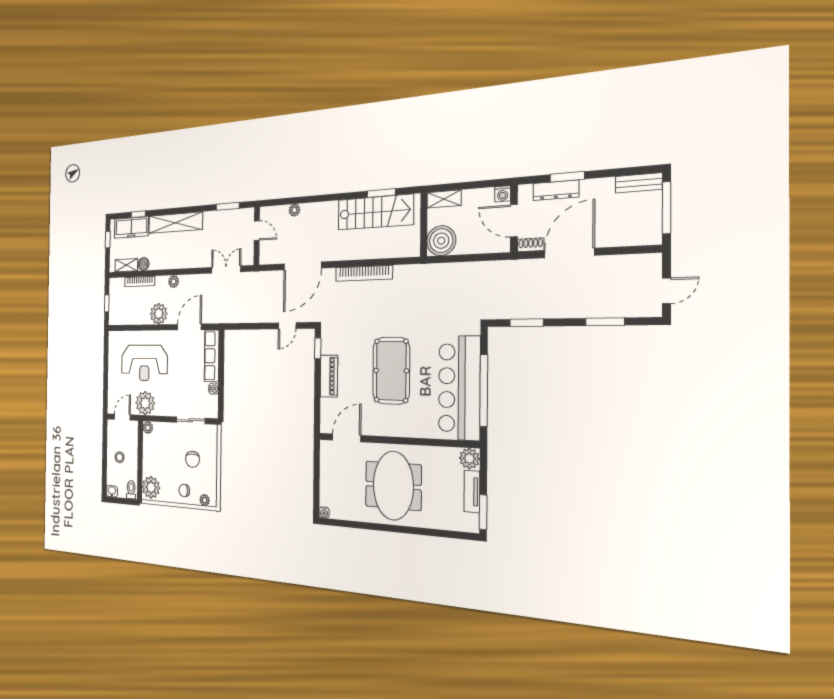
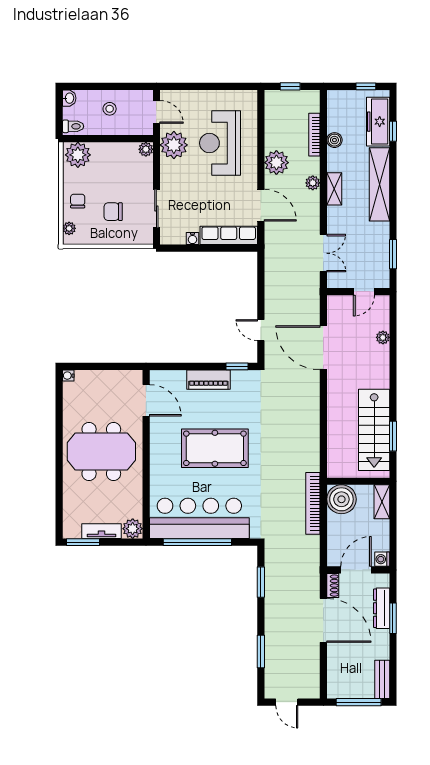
shelving: (126, 265) -> (334, 189), moved
bookcase: (364, 273) -> (313, 503), moved

